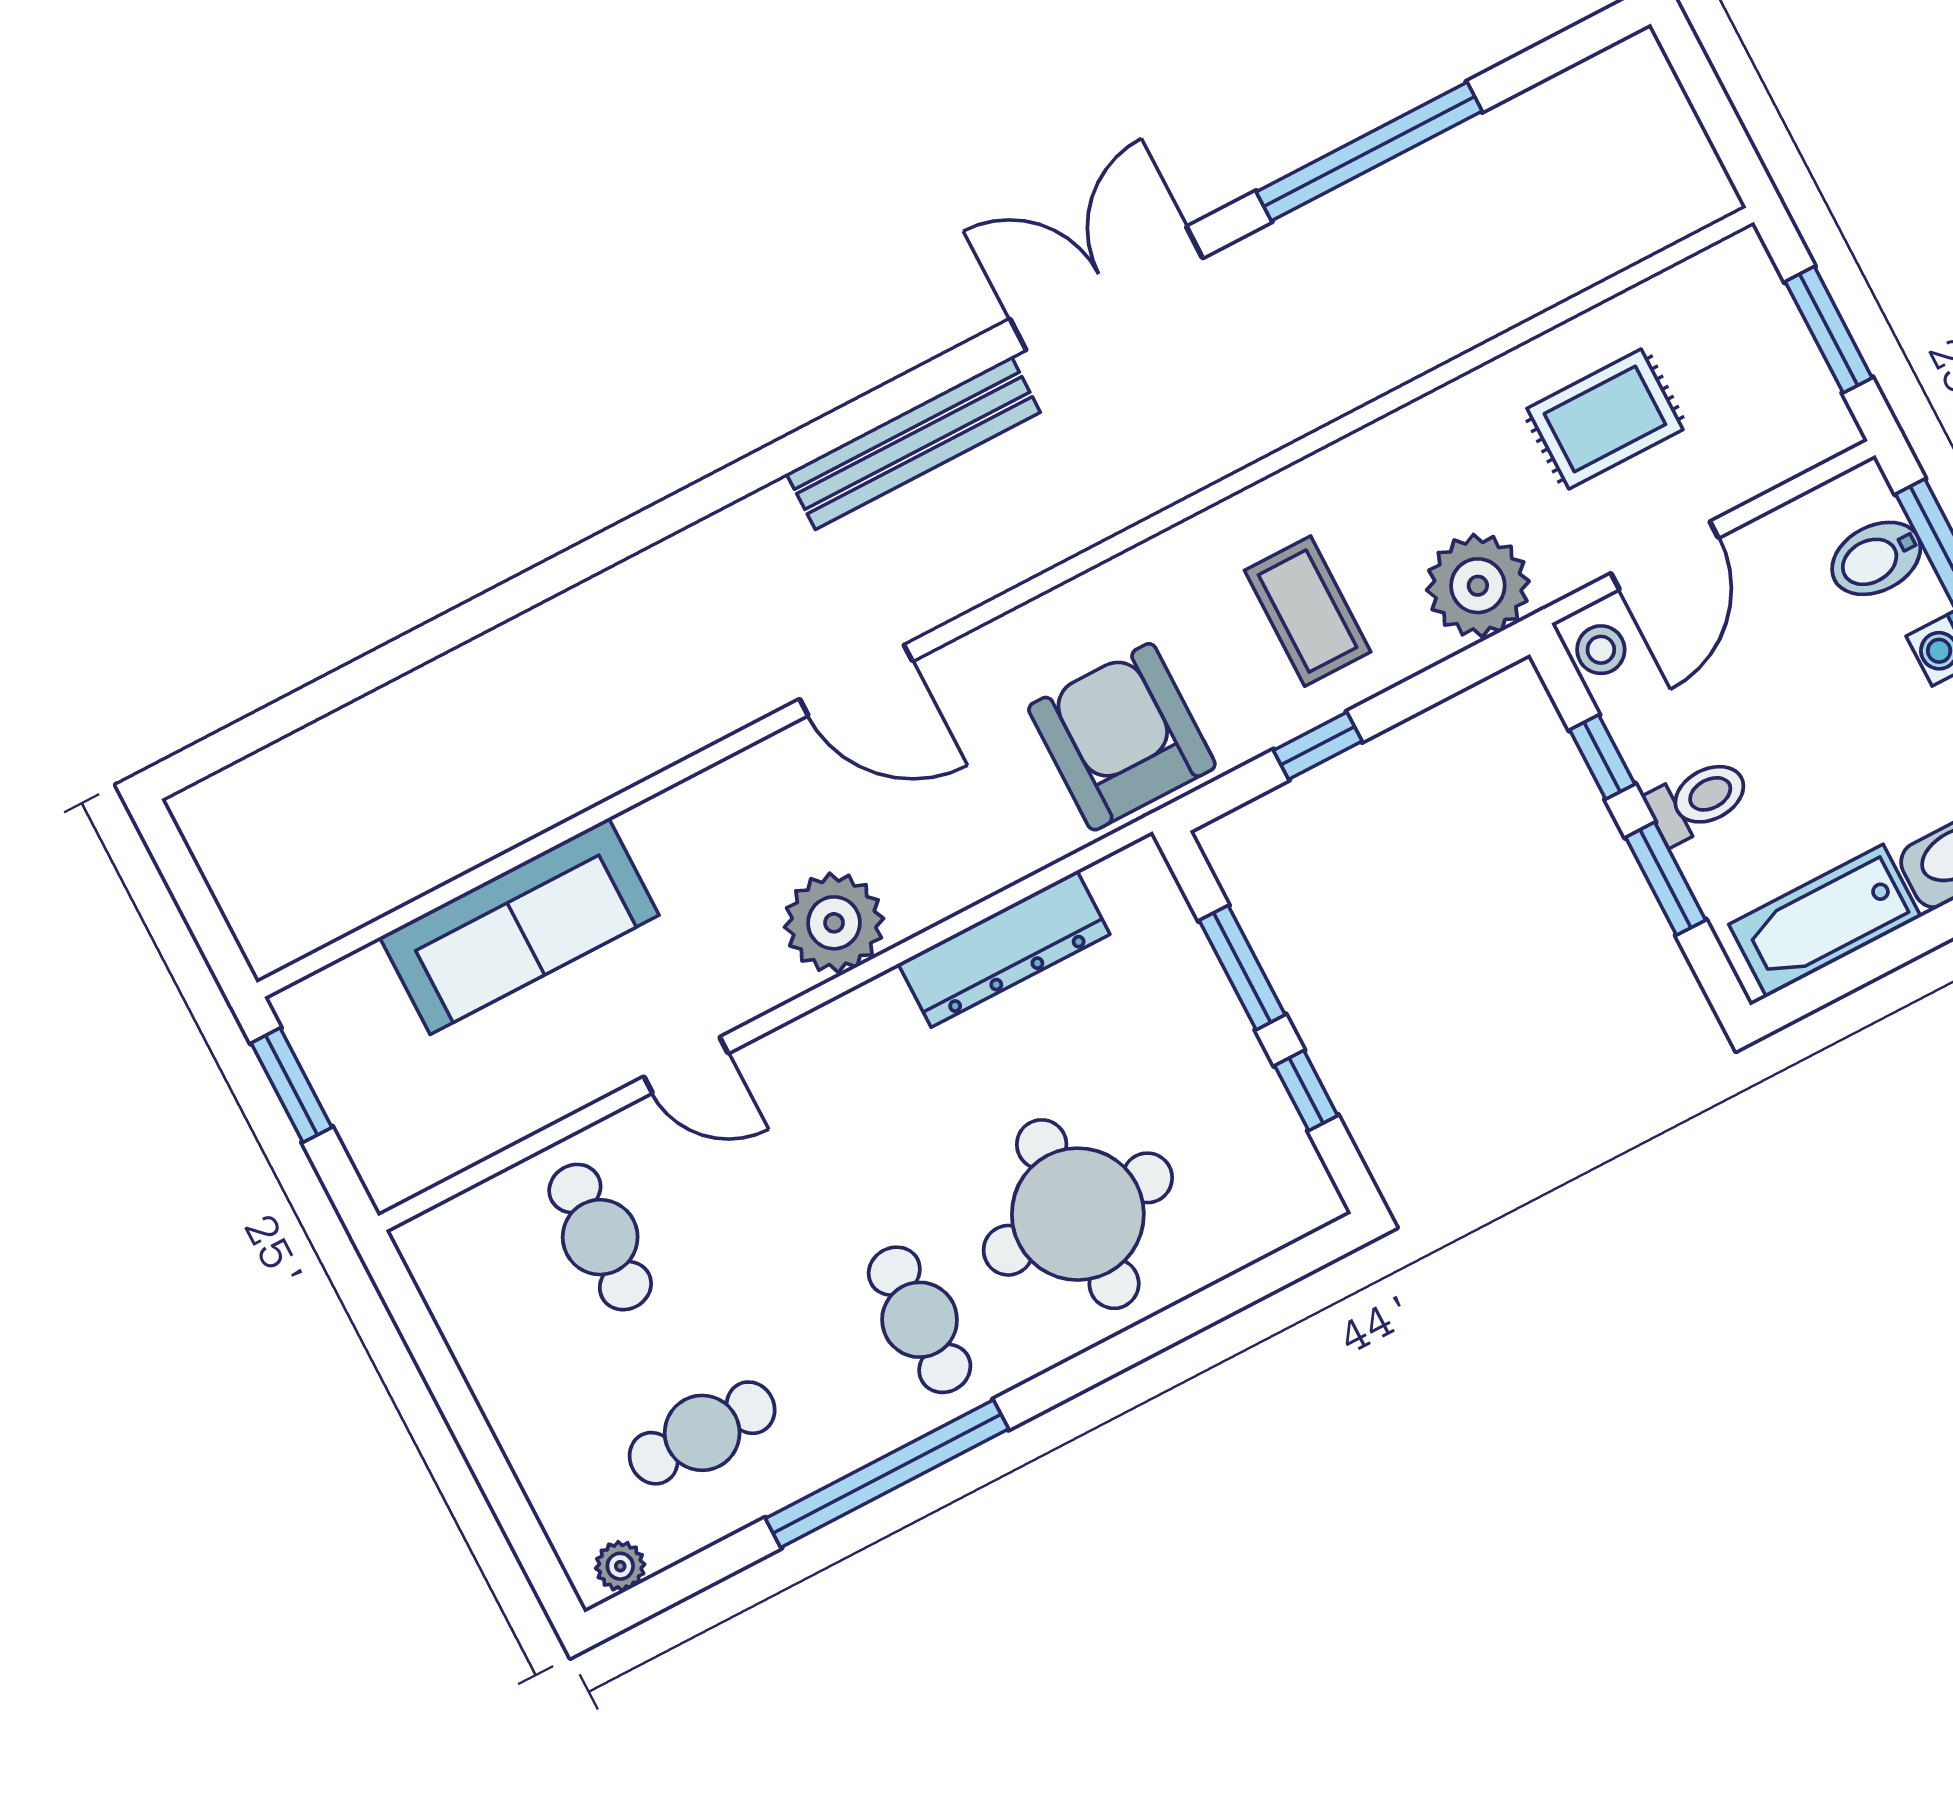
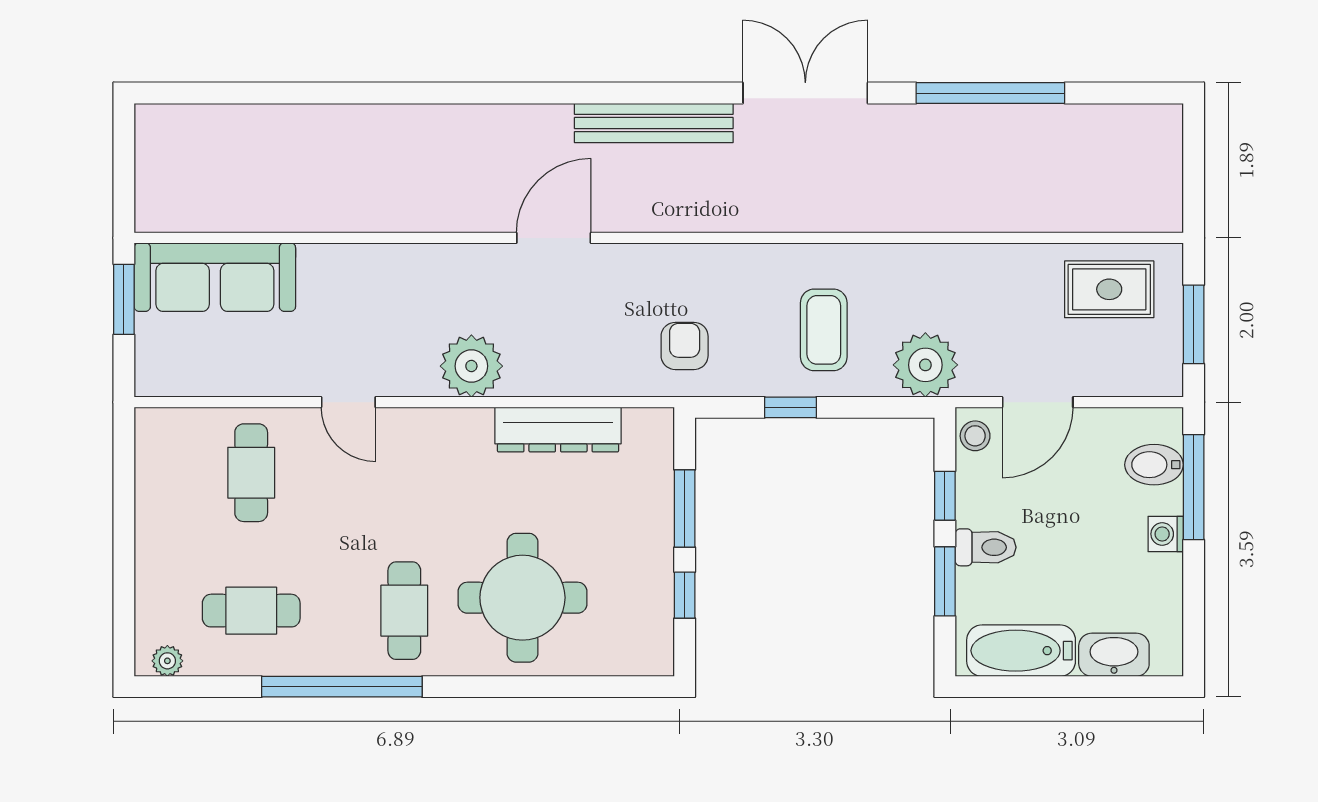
rug: (1605, 419) -> (1109, 289), moved
door: (856, 680) -> (554, 238), swing flipped
armchair: (1122, 737) -> (685, 346), width x0.53, depth x0.53
sofa: (519, 926) -> (215, 277), moved

